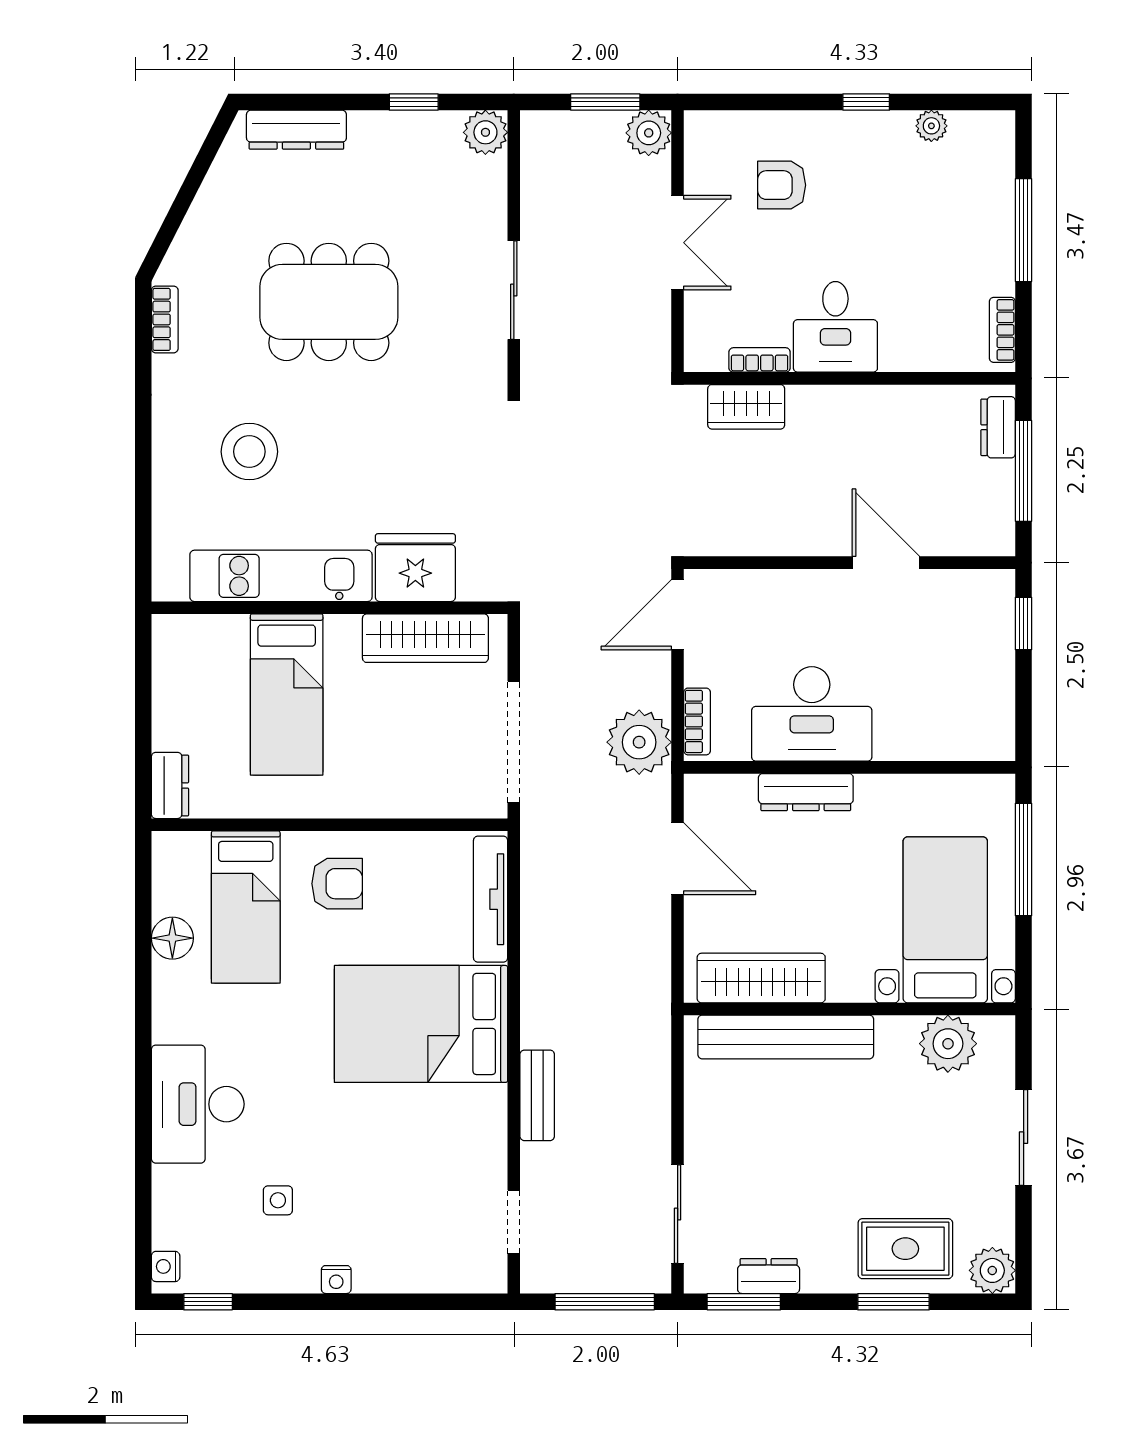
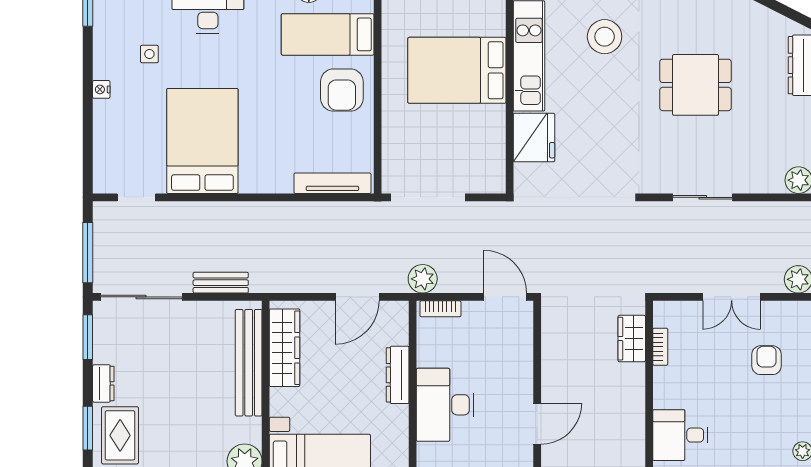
dining table: (329, 302) -> (695, 85), width x0.73
desk: (835, 327) -> (680, 435), moved
wardrobe: (425, 638) -> (491, 144), removed
bed: (287, 694) -> (457, 70), width x1.50
desk: (812, 714) -> (445, 405), moved
plant: (639, 742) -> (423, 279), width x0.73, depth x0.73
armchair: (337, 884) -> (342, 90), width x1.38, depth x1.38
bed: (421, 1024) -> (202, 141), moved
bench: (537, 1095) -> (221, 283), moved
sliding door: (678, 1214) -> (141, 297), width x1.37
dresser: (769, 1276) -> (103, 383), moved

